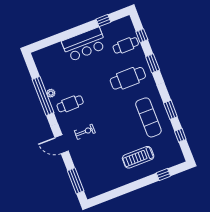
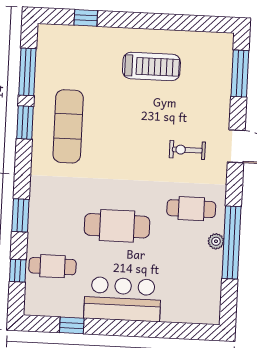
cafe table: (128, 78) -> (117, 226), moved
window: (180, 135) -> (27, 72), width x2.17
treadmill: (138, 157) -> (151, 66), moved

